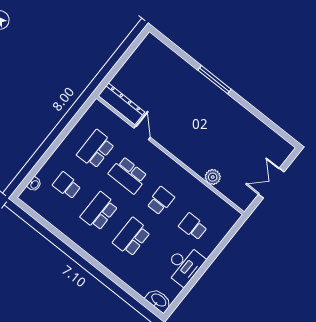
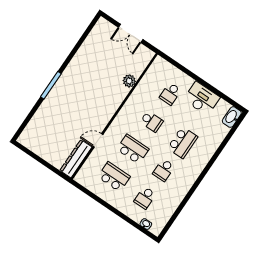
school desk: (96, 149) -> (114, 177), turned 180
school desk: (128, 175) -> (133, 149), turned -90
school desk: (161, 201) -> (152, 121), turned 180
school desk: (99, 211) -> (164, 170), width x0.54
school desk: (132, 237) -> (182, 142), turned -90

